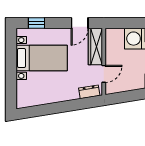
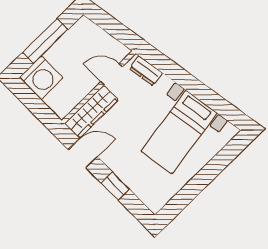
window: (37, 23) -> (115, 186), moved
bed with nightstands: (42, 58) -> (179, 132), moved, turned -99

